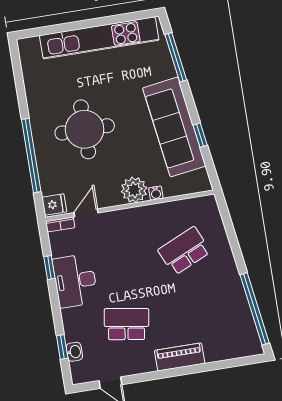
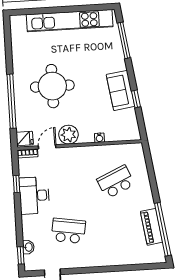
sofa: (174, 127) -> (120, 90), width x0.54, depth x0.79
plant: (134, 190) -> (68, 135), moved
window: (62, 347) -> (21, 255), moved
piano: (180, 357) -> (152, 227), moved, turned -98

